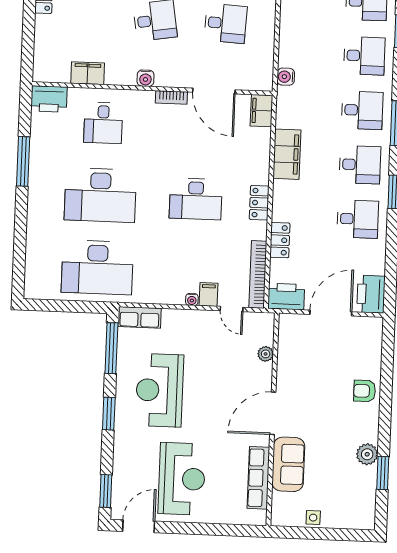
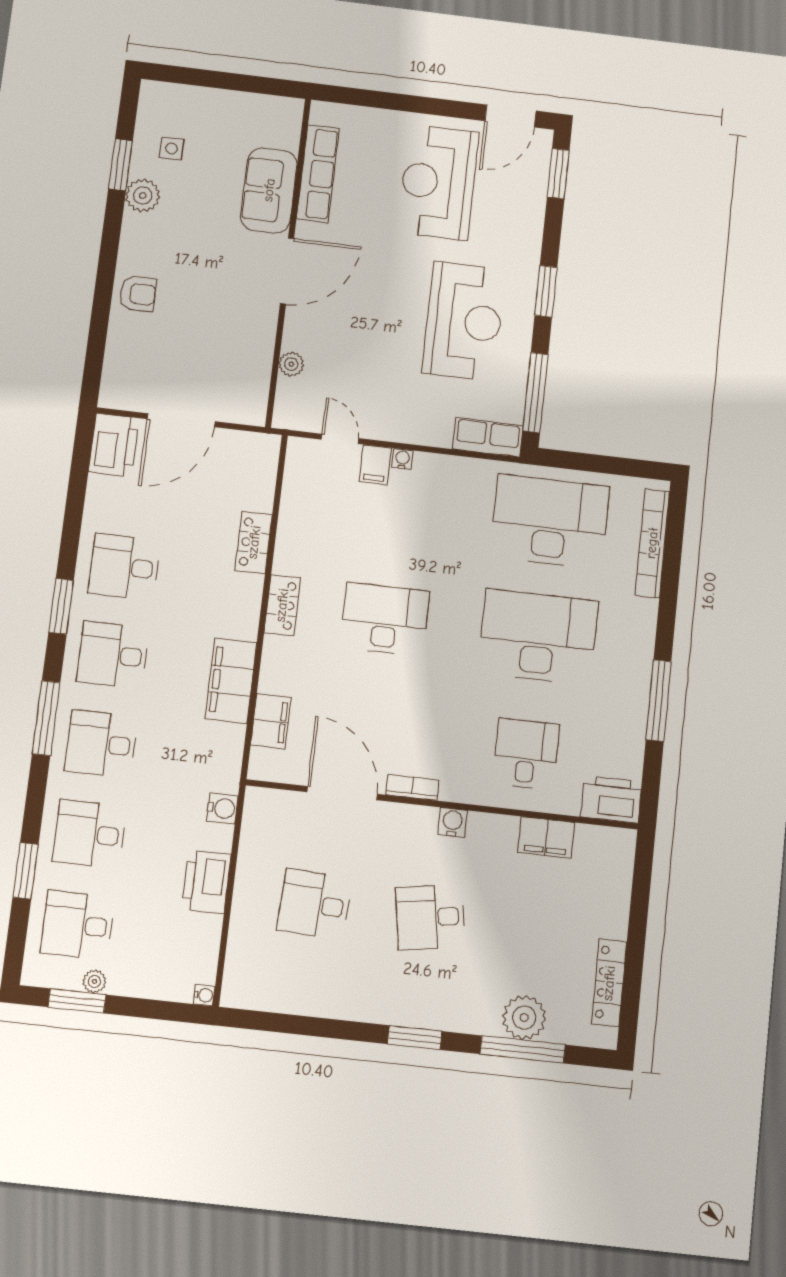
filing cabinet: (261, 111) -> (271, 721), moved
bookcase: (258, 274) -> (652, 543), moved, turned 180
printer: (286, 297) -> (206, 882), moved, turned 90
side table: (313, 518) -> (172, 148), moved

